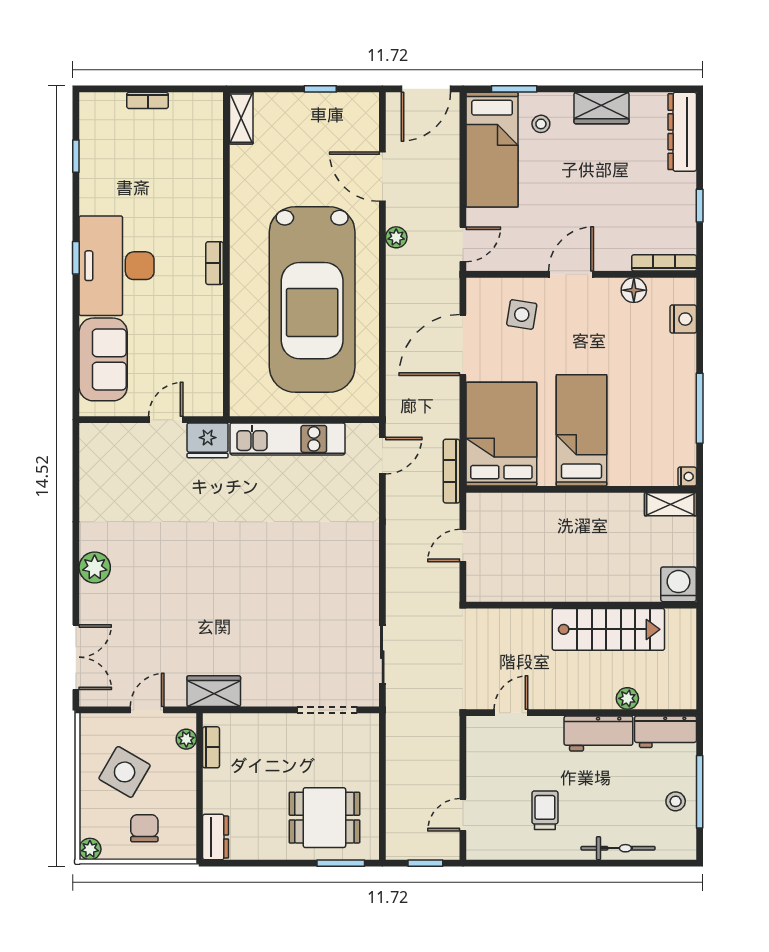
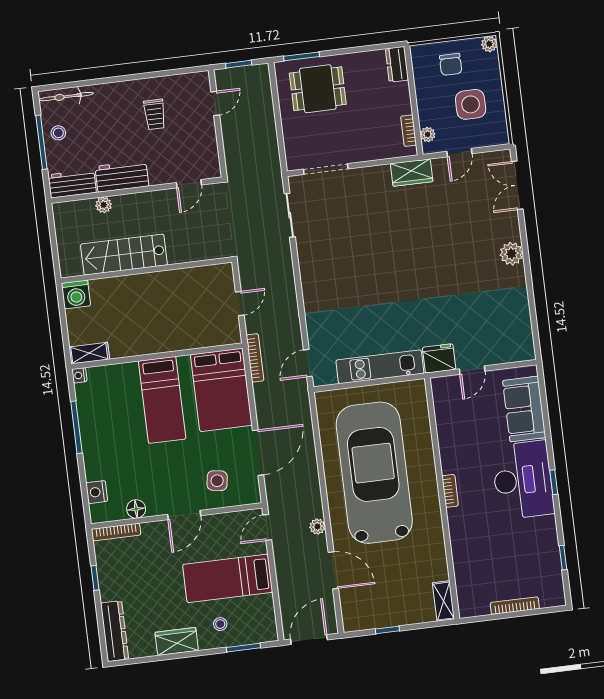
bookcase: (148, 100) -> (515, 606), width x1.56
bed: (492, 150) -> (228, 578), moved, turned -90
side table: (125, 772) -> (471, 104), turned -30
bicycle: (618, 848) -> (66, 97), moved

